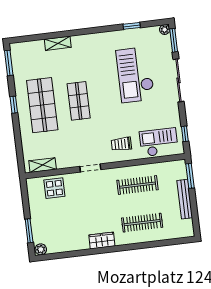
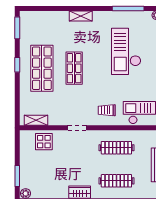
window: (132, 26) -> (128, 9), width x2.17
shelving: (58, 43) -> (81, 16), moved

